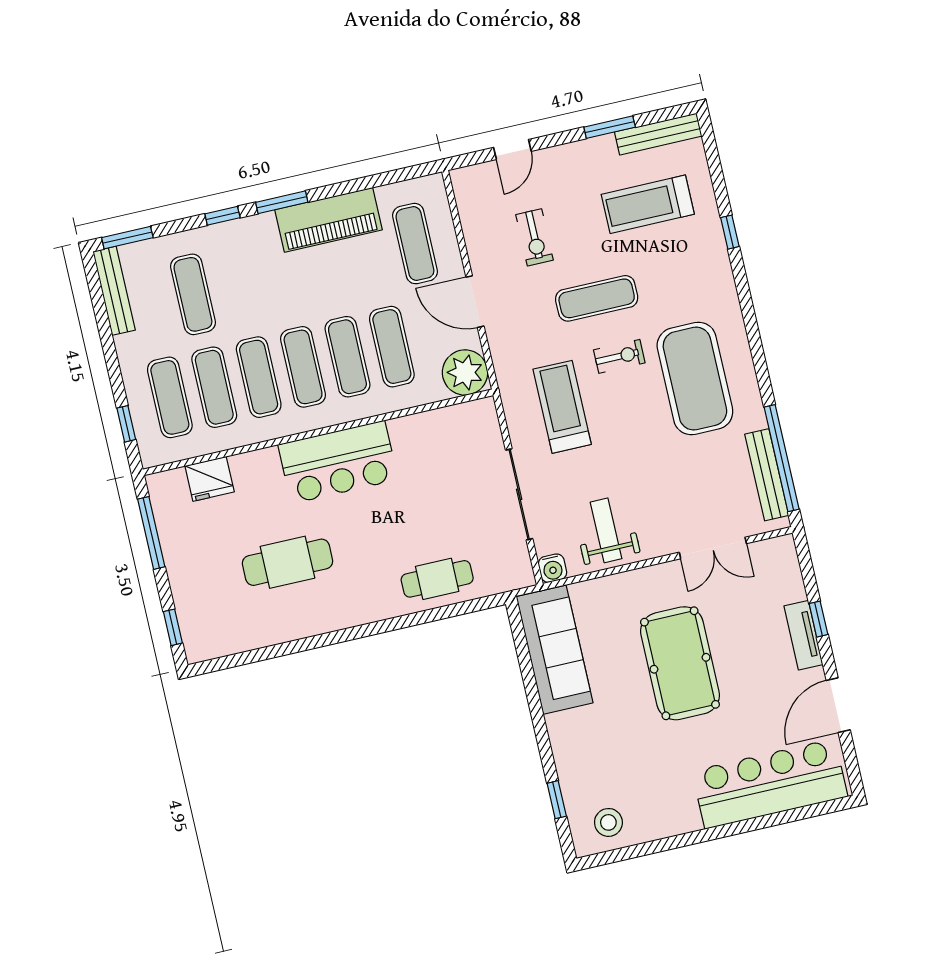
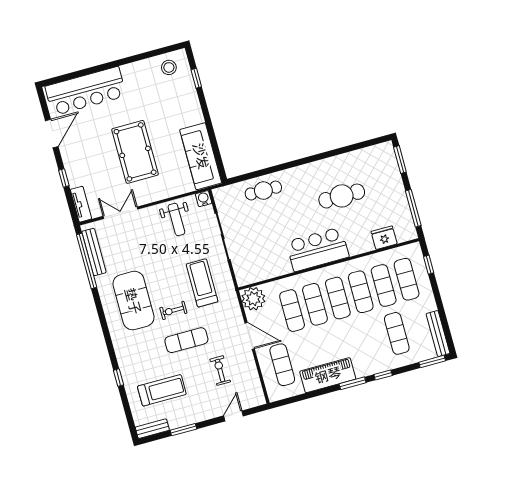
bench: (658, 134) -> (152, 429), width x0.73
treadmill: (562, 407) -> (202, 283), turned 180
window: (173, 627) -> (400, 160), width x1.50
tv unit: (803, 635) -> (81, 204), moved

